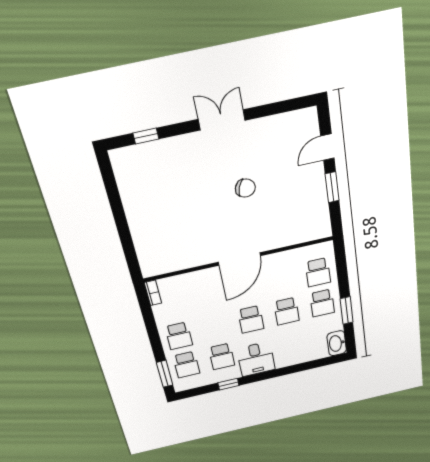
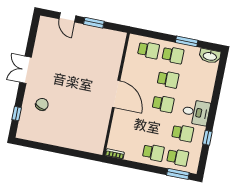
chair: (245, 188) -> (42, 104), moved

